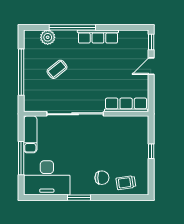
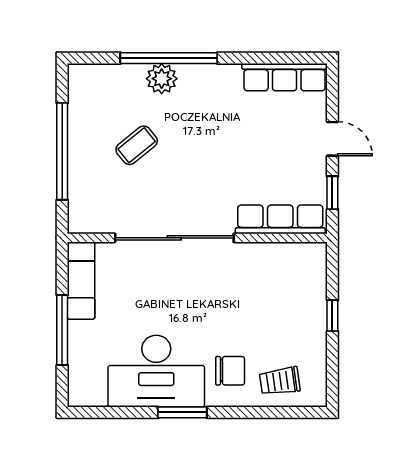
plant: (48, 37) -> (162, 79), moved
row of seats: (98, 37) -> (285, 77), moved
window: (151, 42) -> (332, 193), moved
door: (151, 66) -> (332, 139), swing flipped
desk: (47, 178) -> (156, 371), moved

